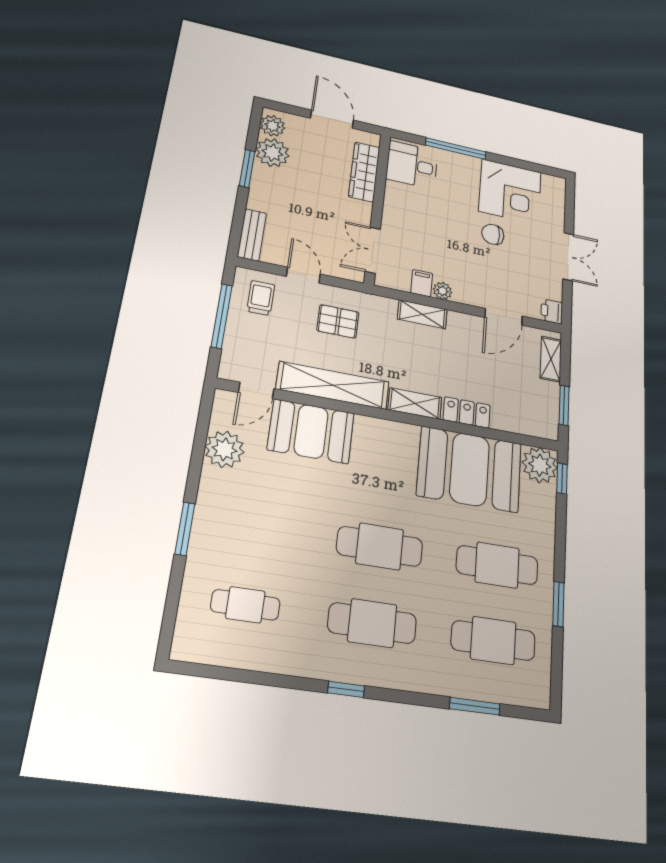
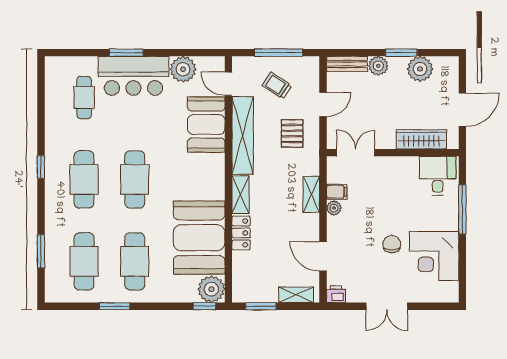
plant: (272, 126) -> (378, 66), moved
trolley: (261, 298) -> (277, 86), moved, turned -147
bar counter: (223, 523) -> (133, 76), added

